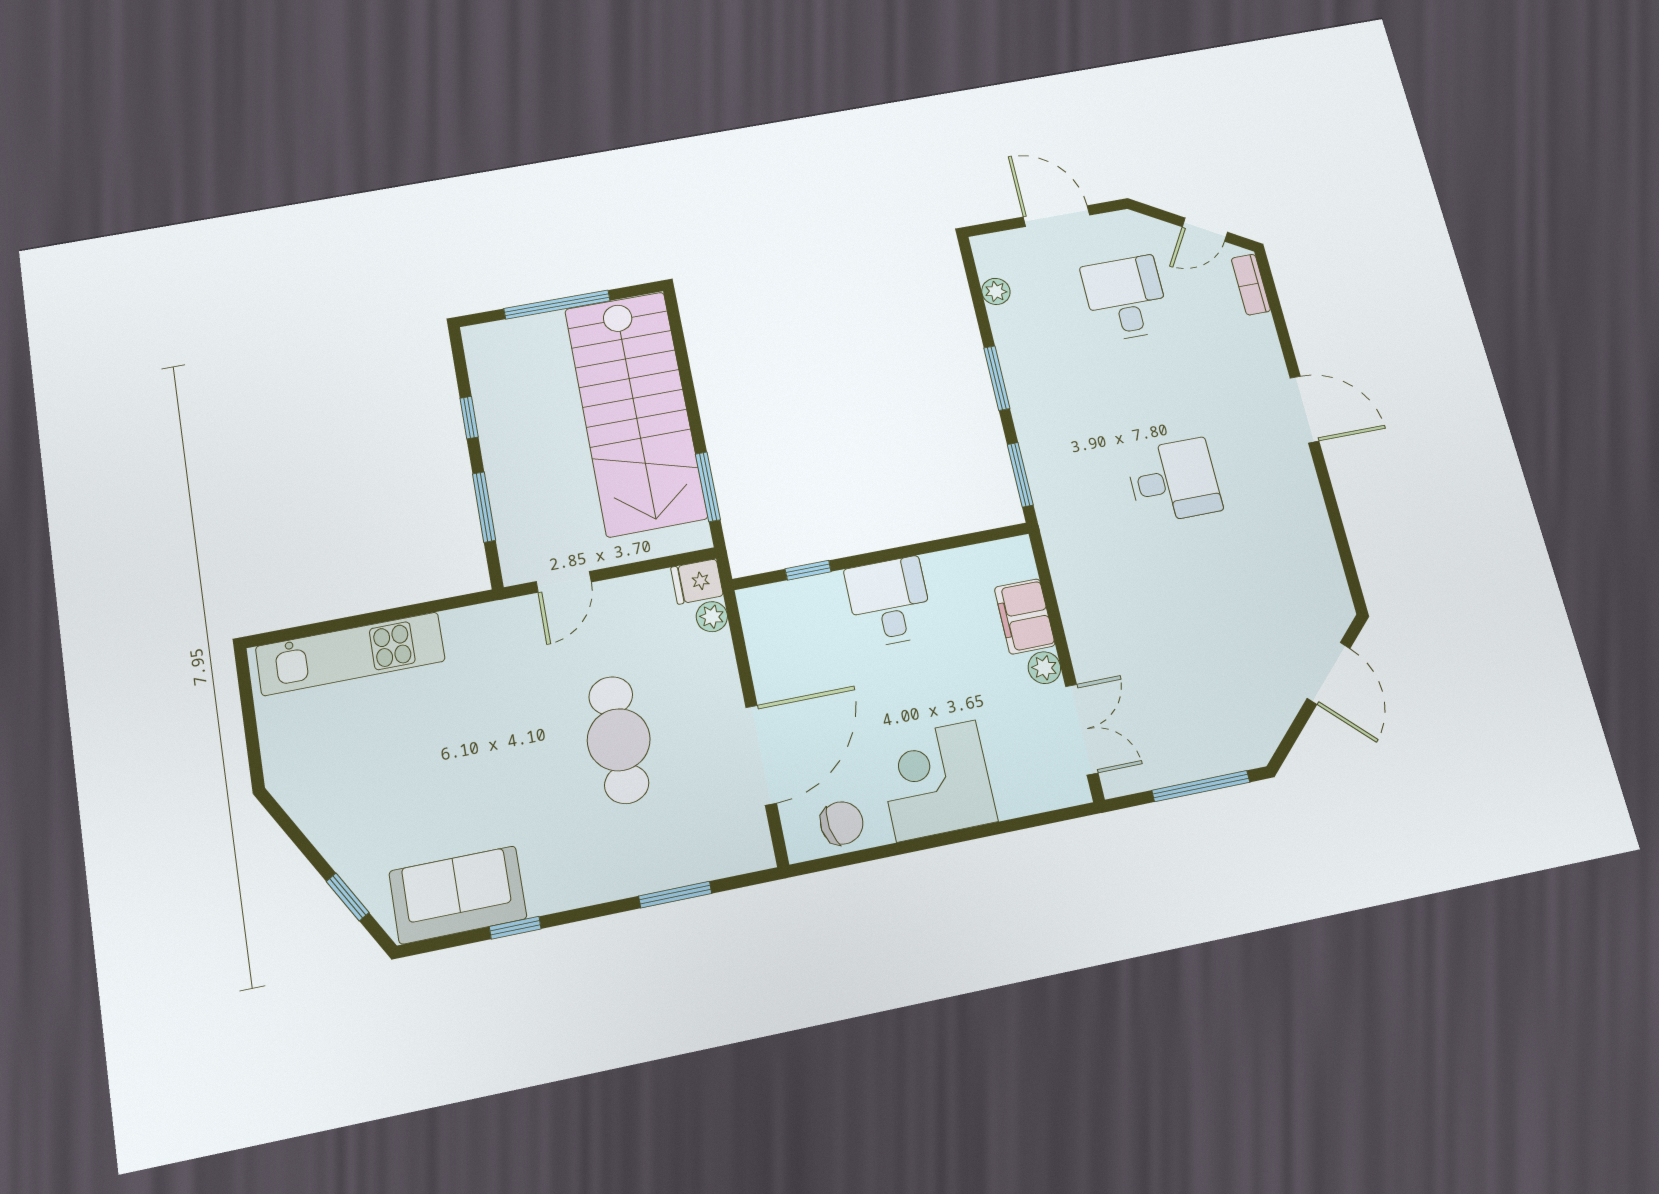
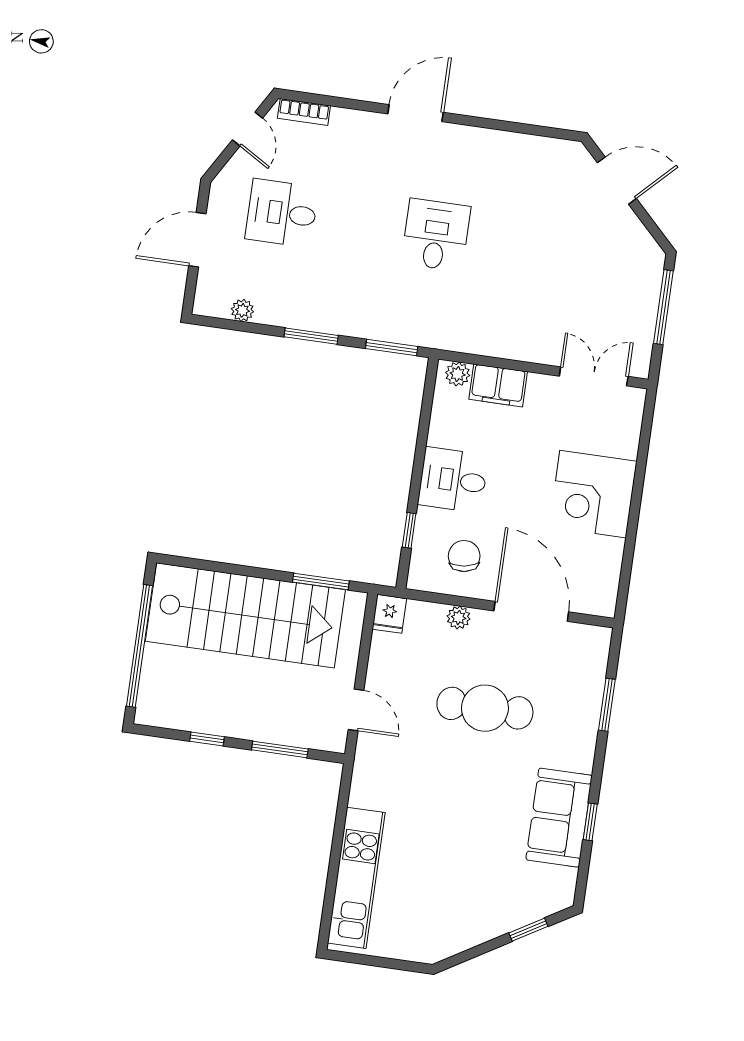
window: (557, 305) -> (140, 646), width x1.46
plant: (712, 617) -> (459, 618), moved
plant: (1044, 668) -> (458, 374), moved
chair: (842, 823) -> (464, 556), moved
sofa: (458, 895) -> (559, 818), moved

